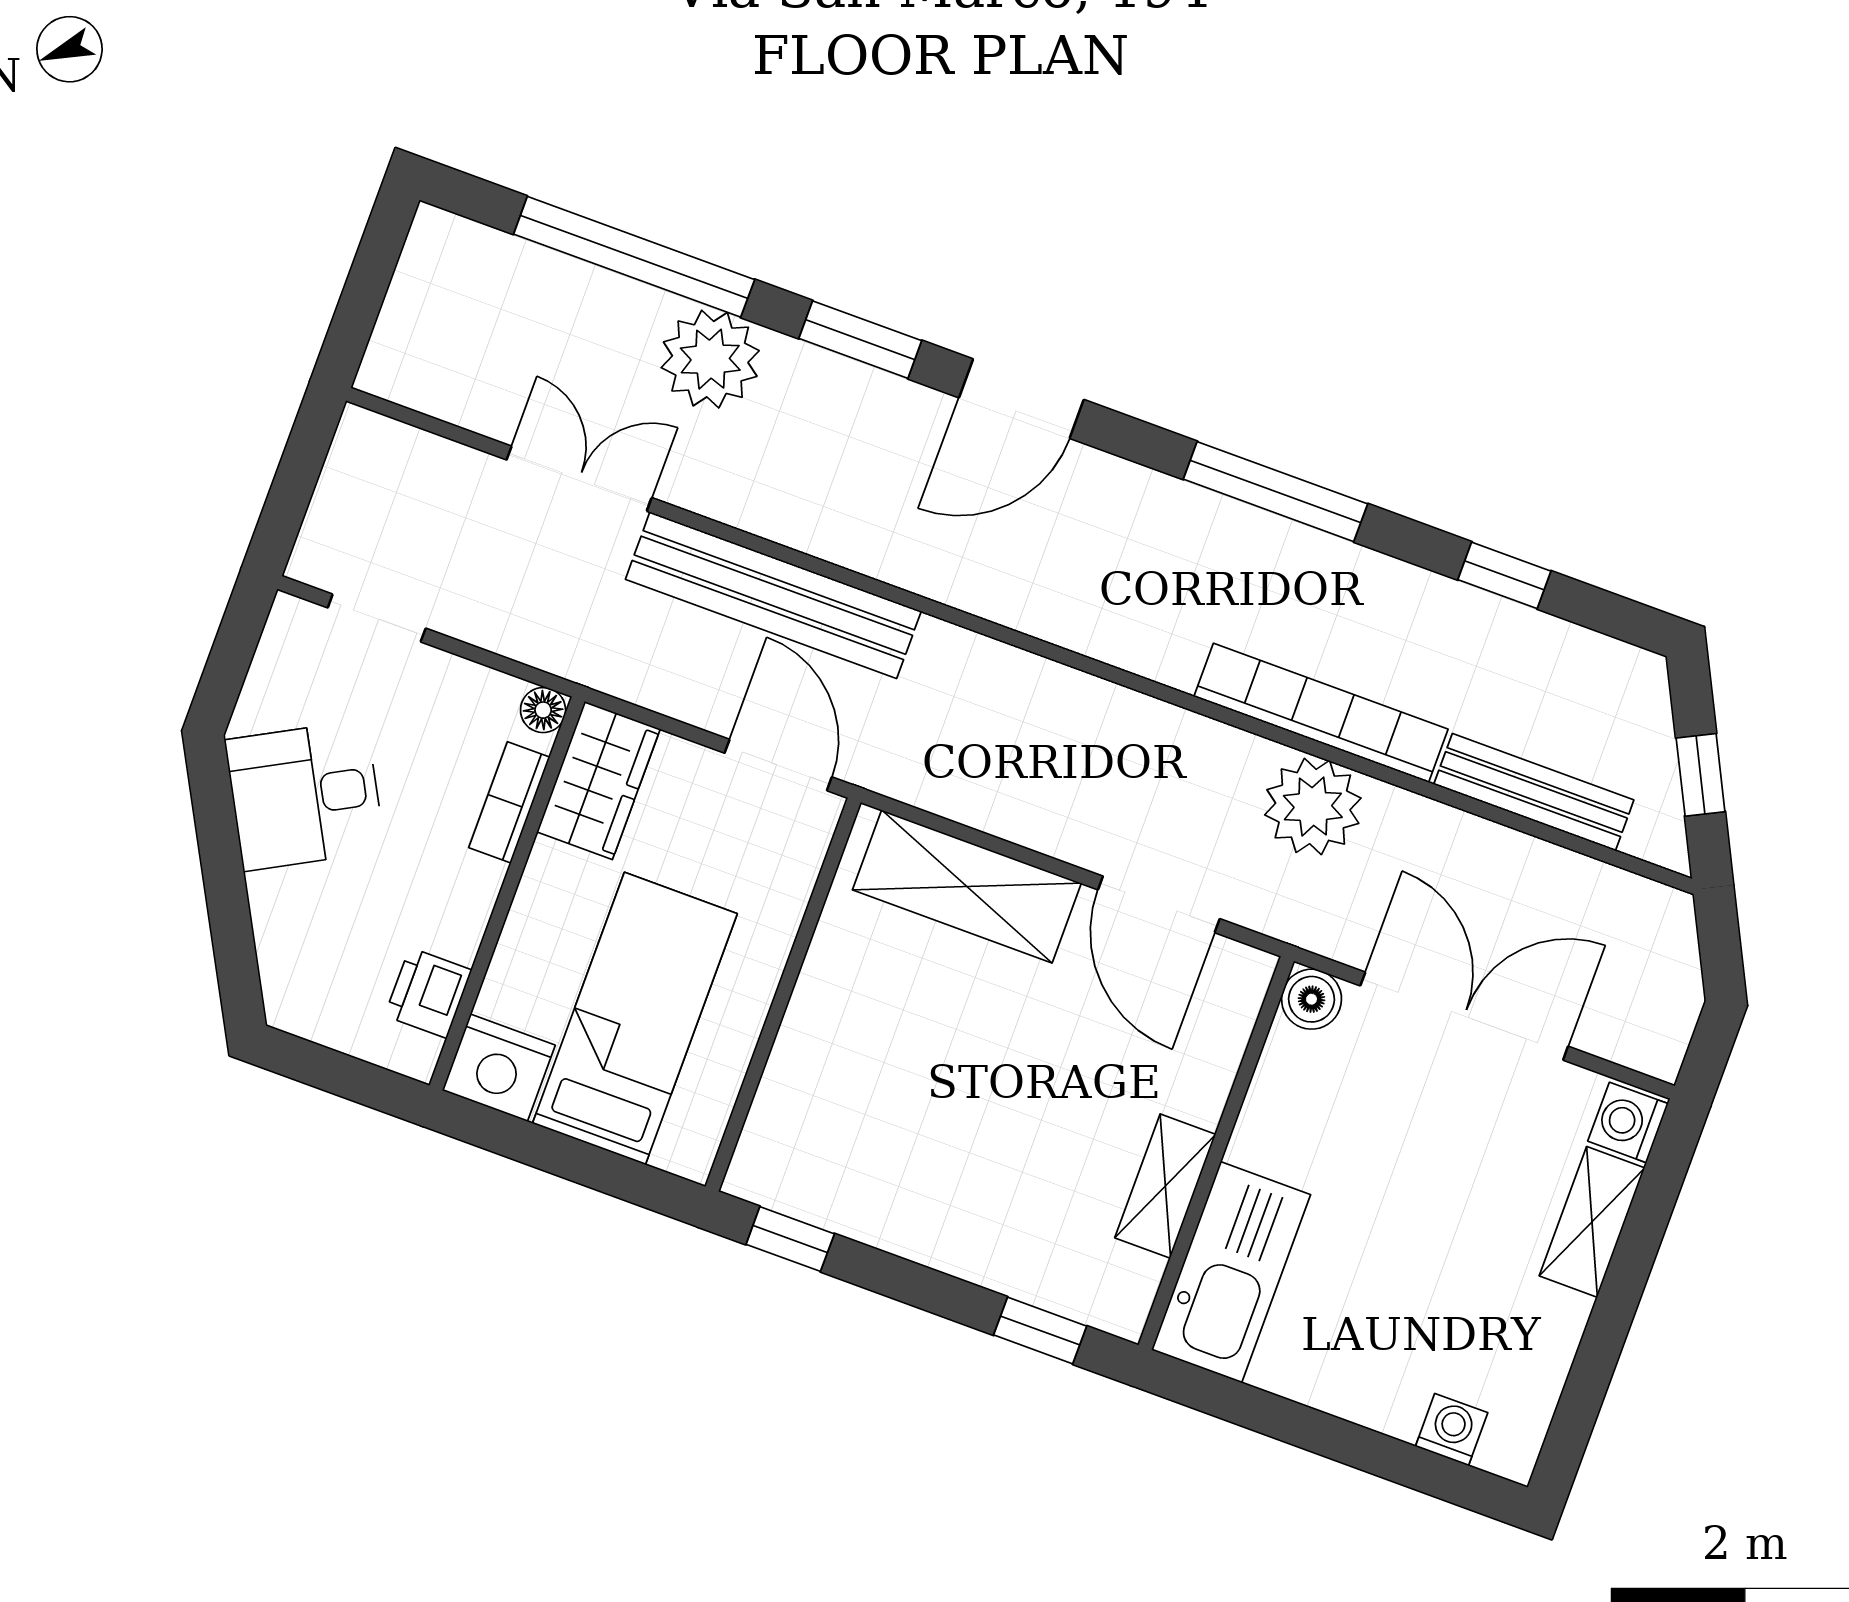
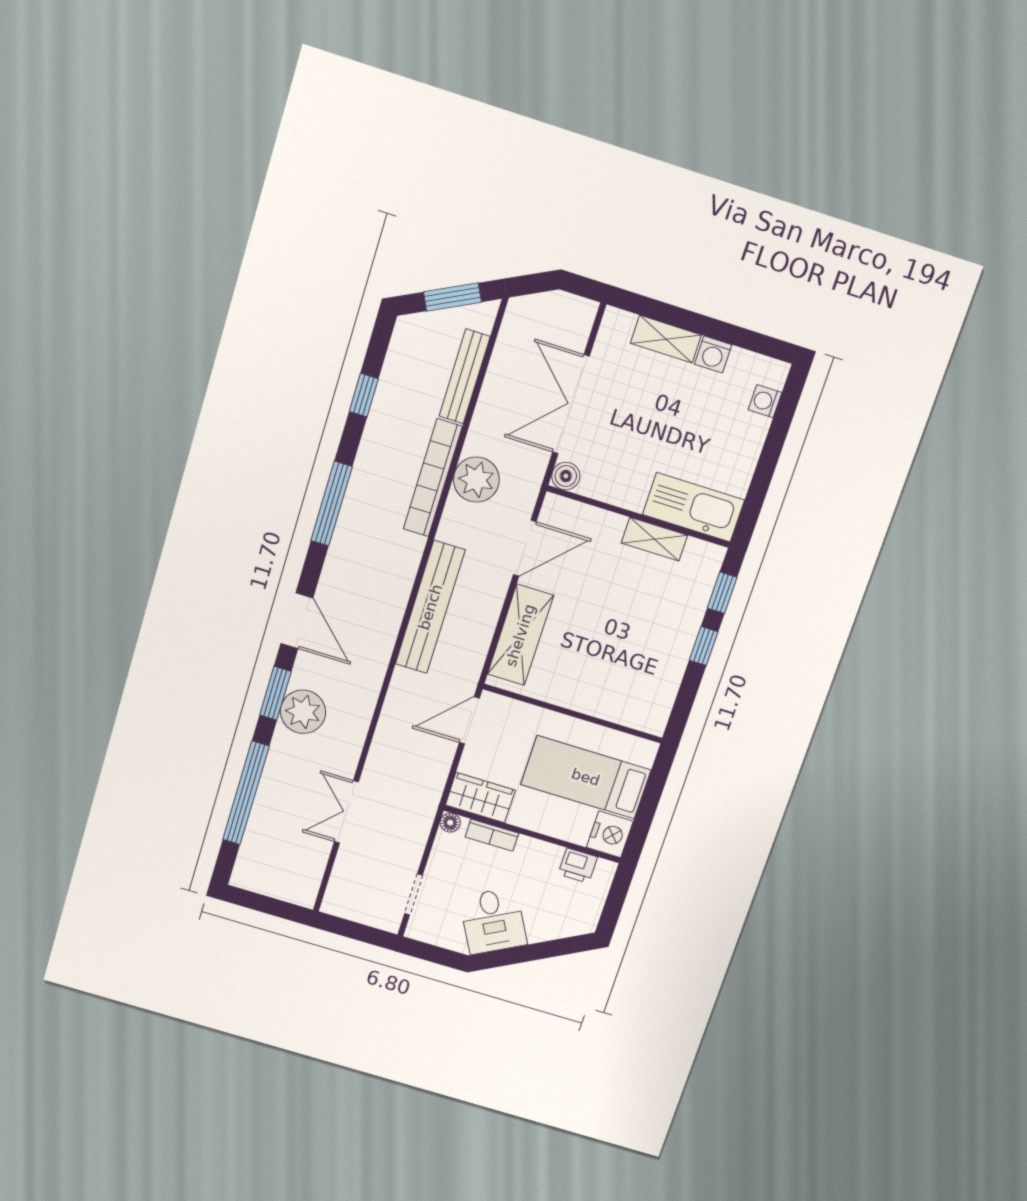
plant: (710, 359) -> (303, 712), moved
bench: (773, 595) -> (430, 607), moved
window: (1701, 775) -> (452, 297), width x1.50
washing machine: (1628, 1122) -> (713, 354), moved
window: (790, 1239) -> (704, 646), moved

